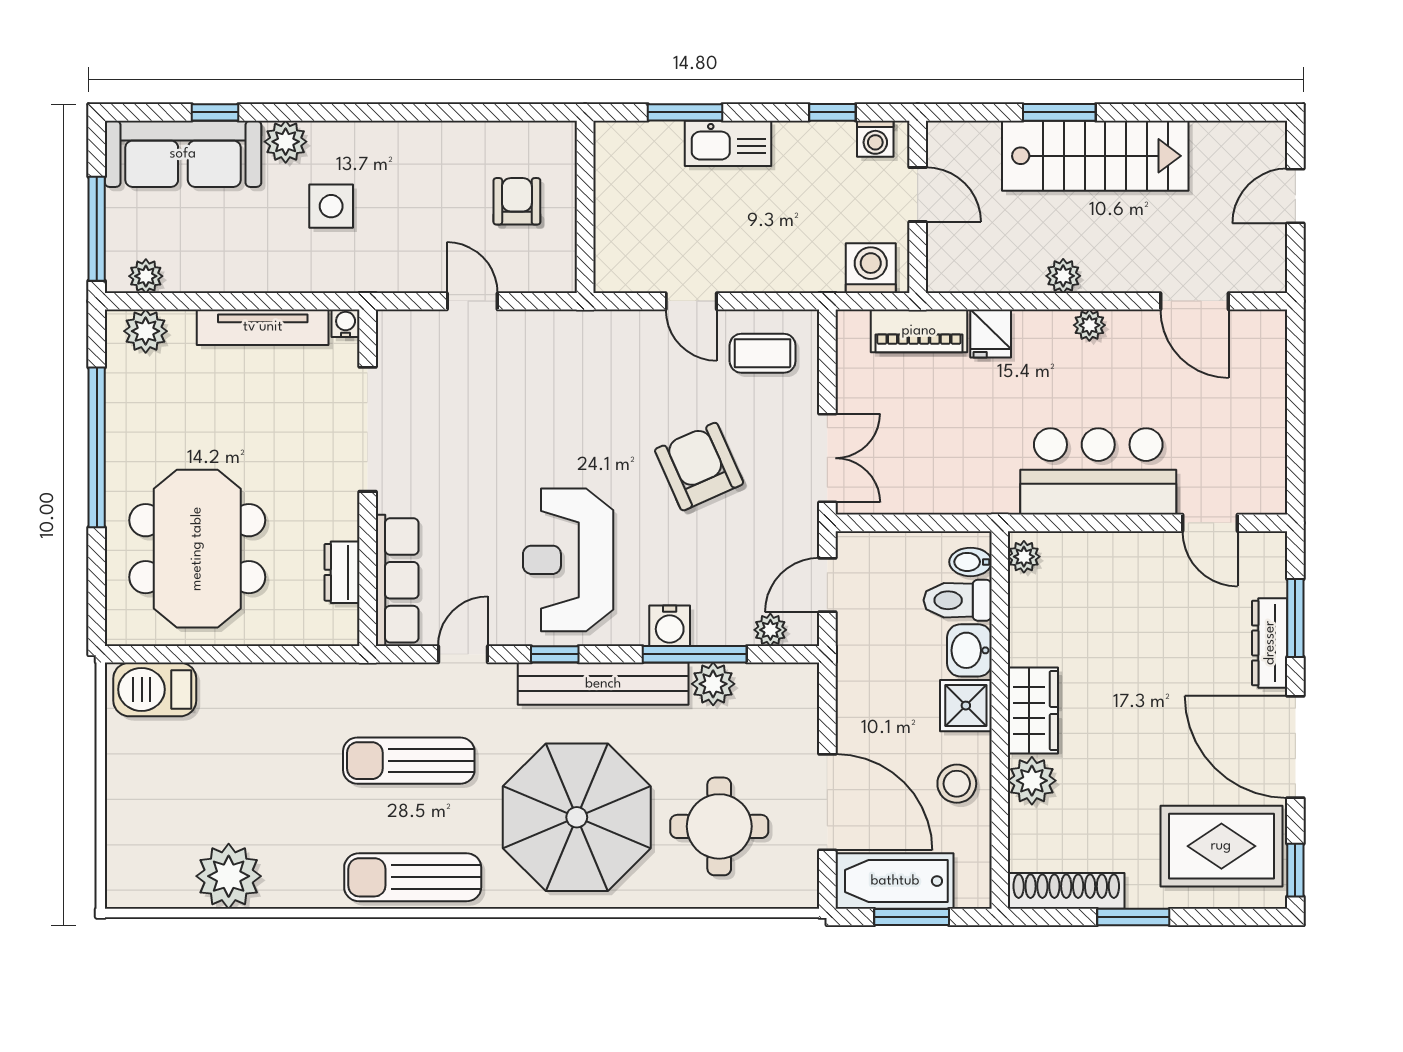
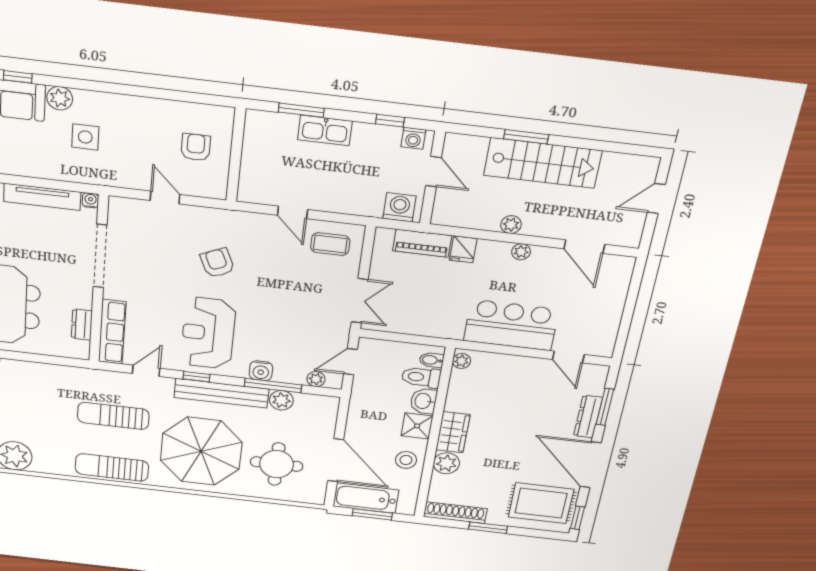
armchair: (699, 467) -> (217, 263), moved, width x0.72, depth x0.72

